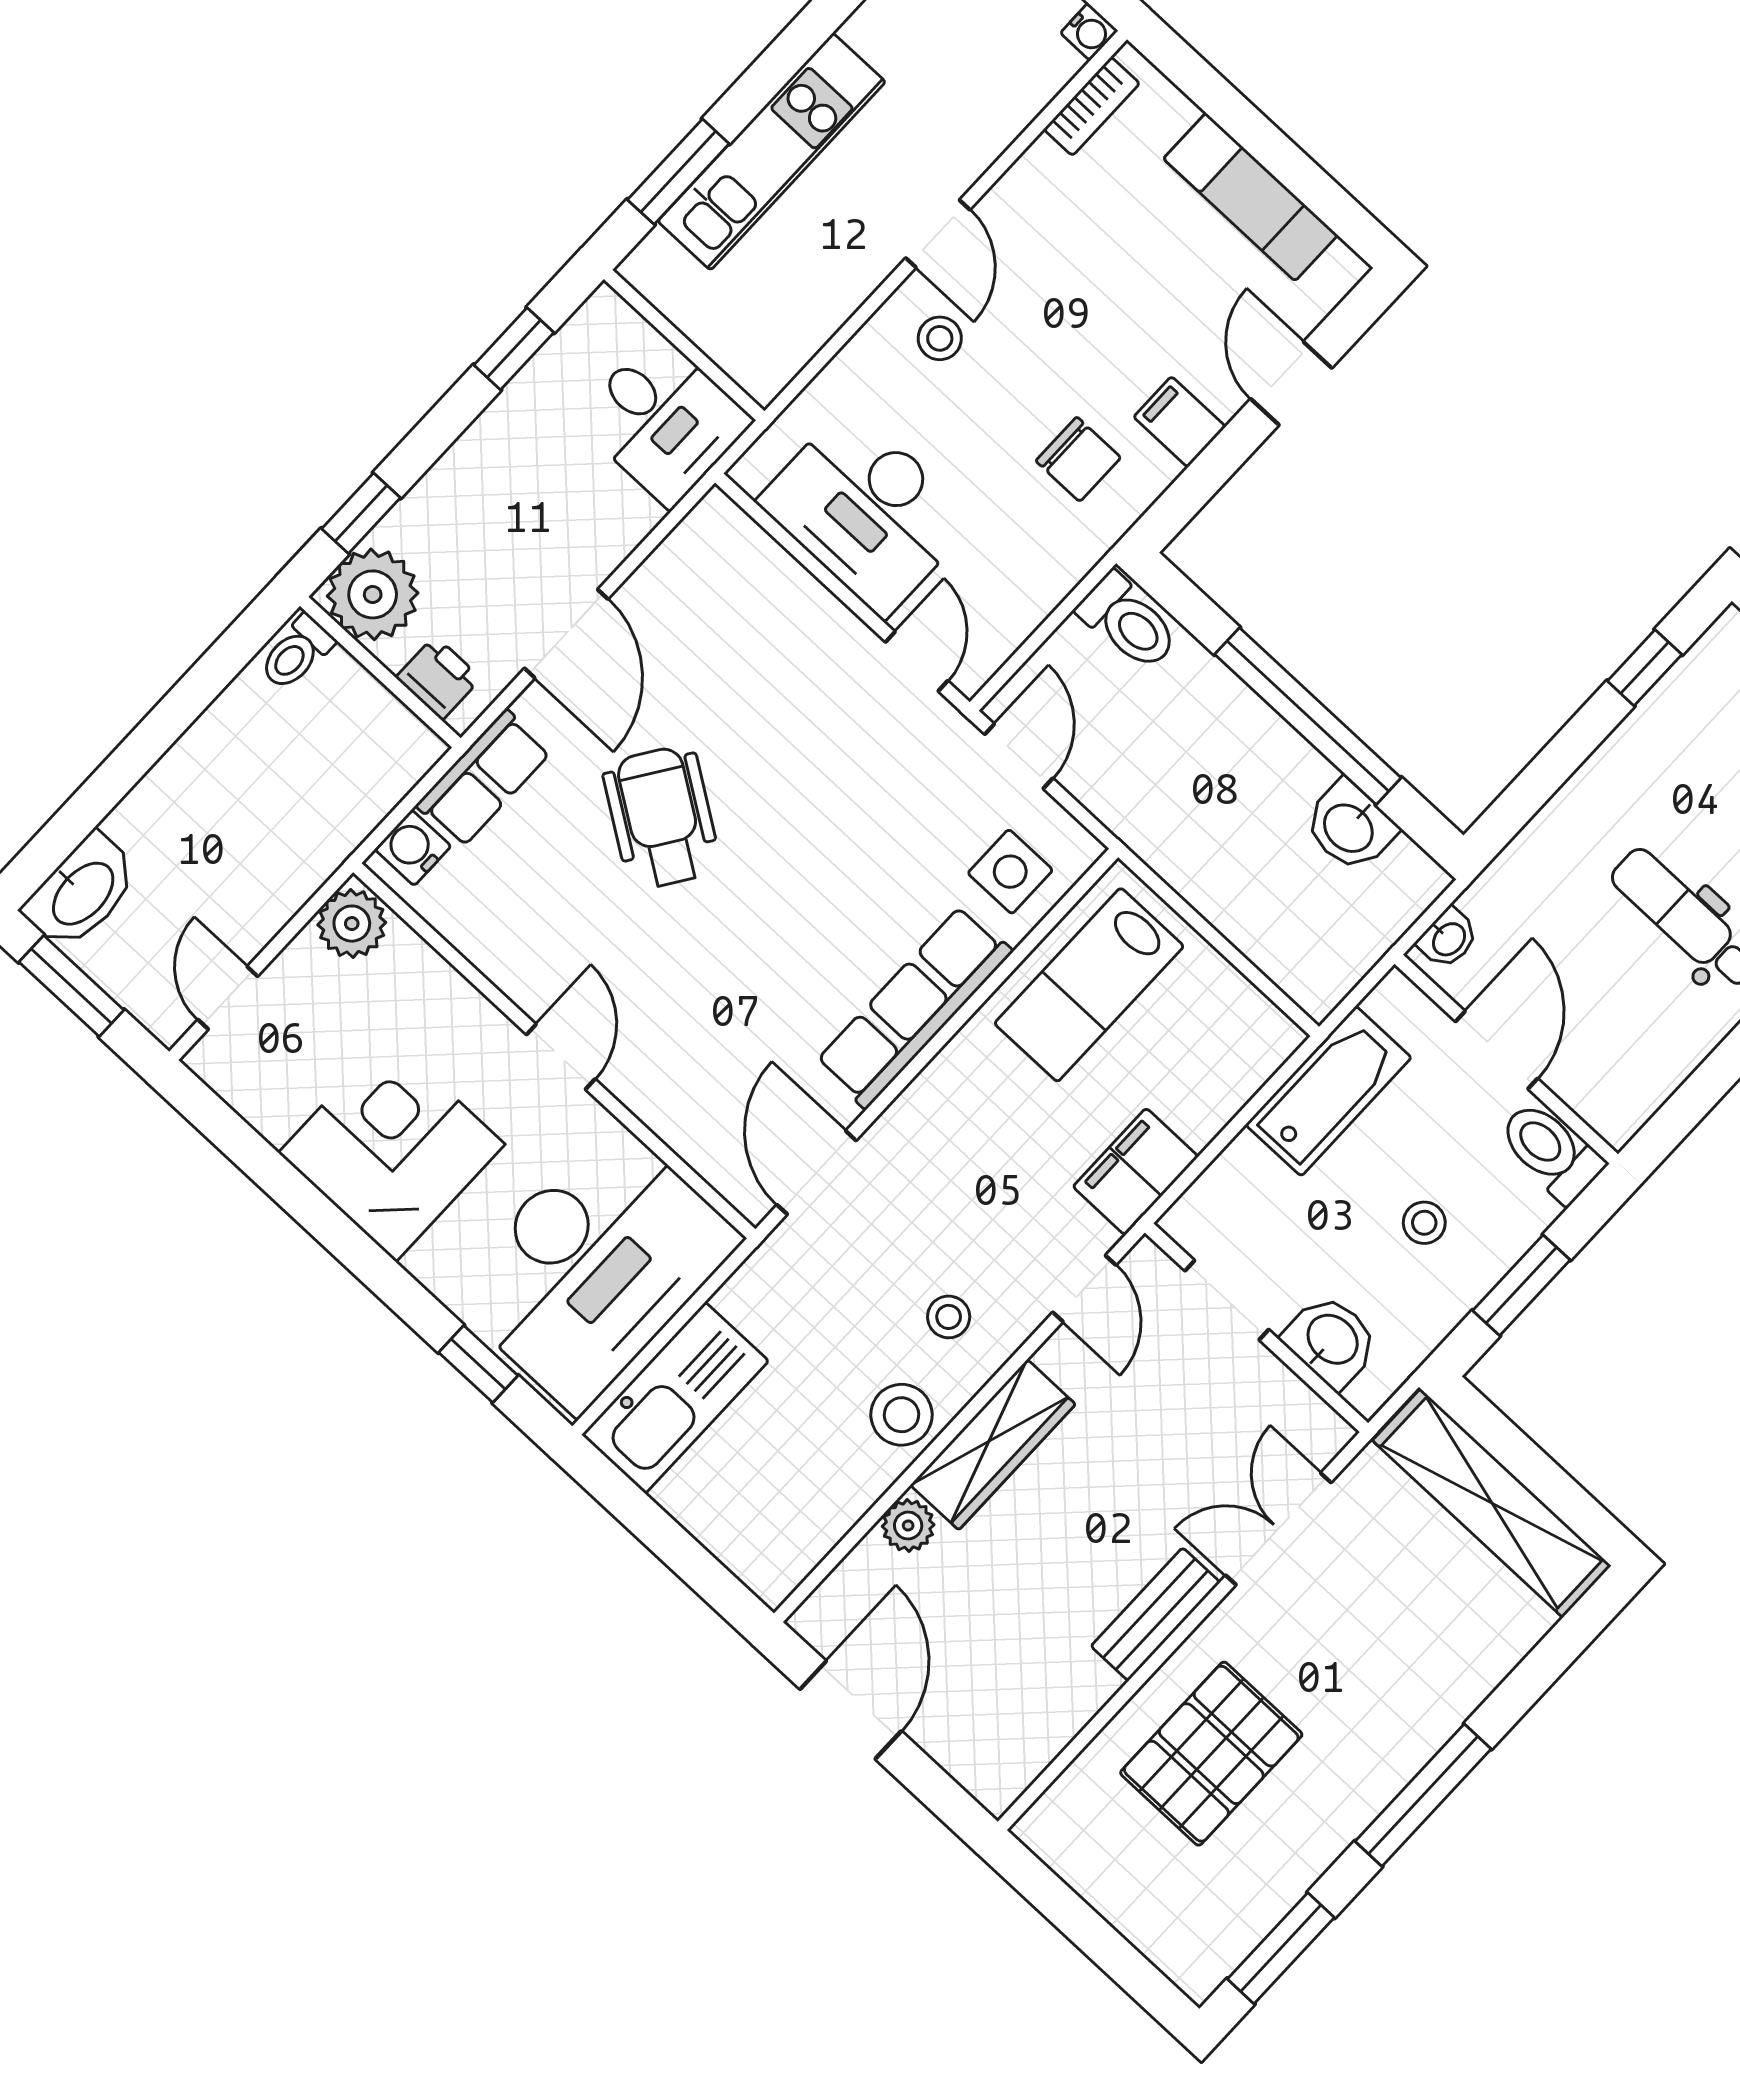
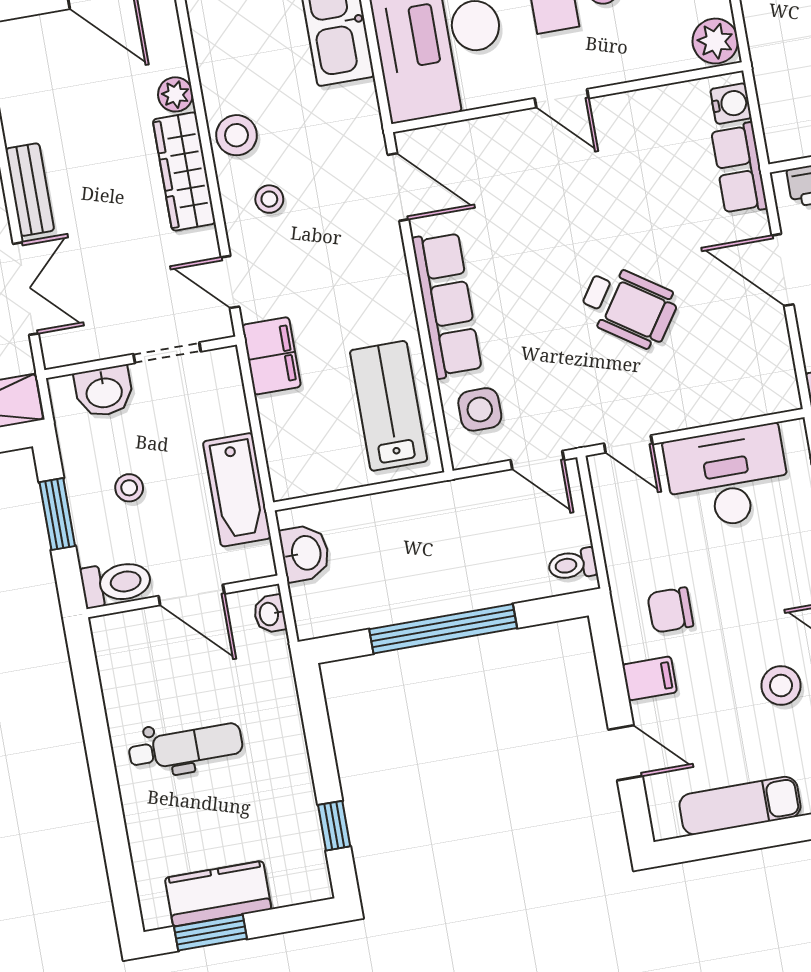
stool: (940, 338) -> (781, 686), moved, width x1.37, depth x1.37
toilet: (1128, 622) -> (572, 565), width x0.73, depth x0.72
wheelchair: (662, 817) -> (629, 307), moved
washbasin: (1350, 827) -> (305, 553), moved, turned 90

